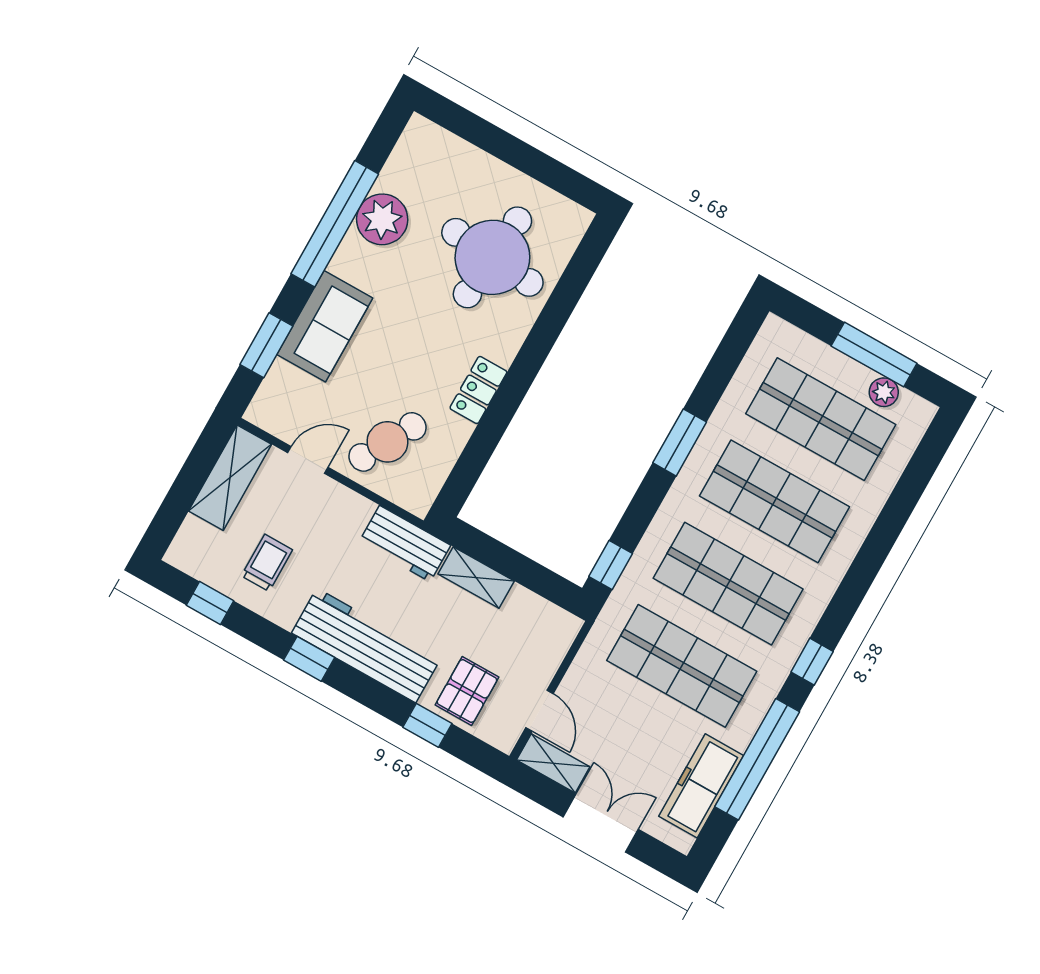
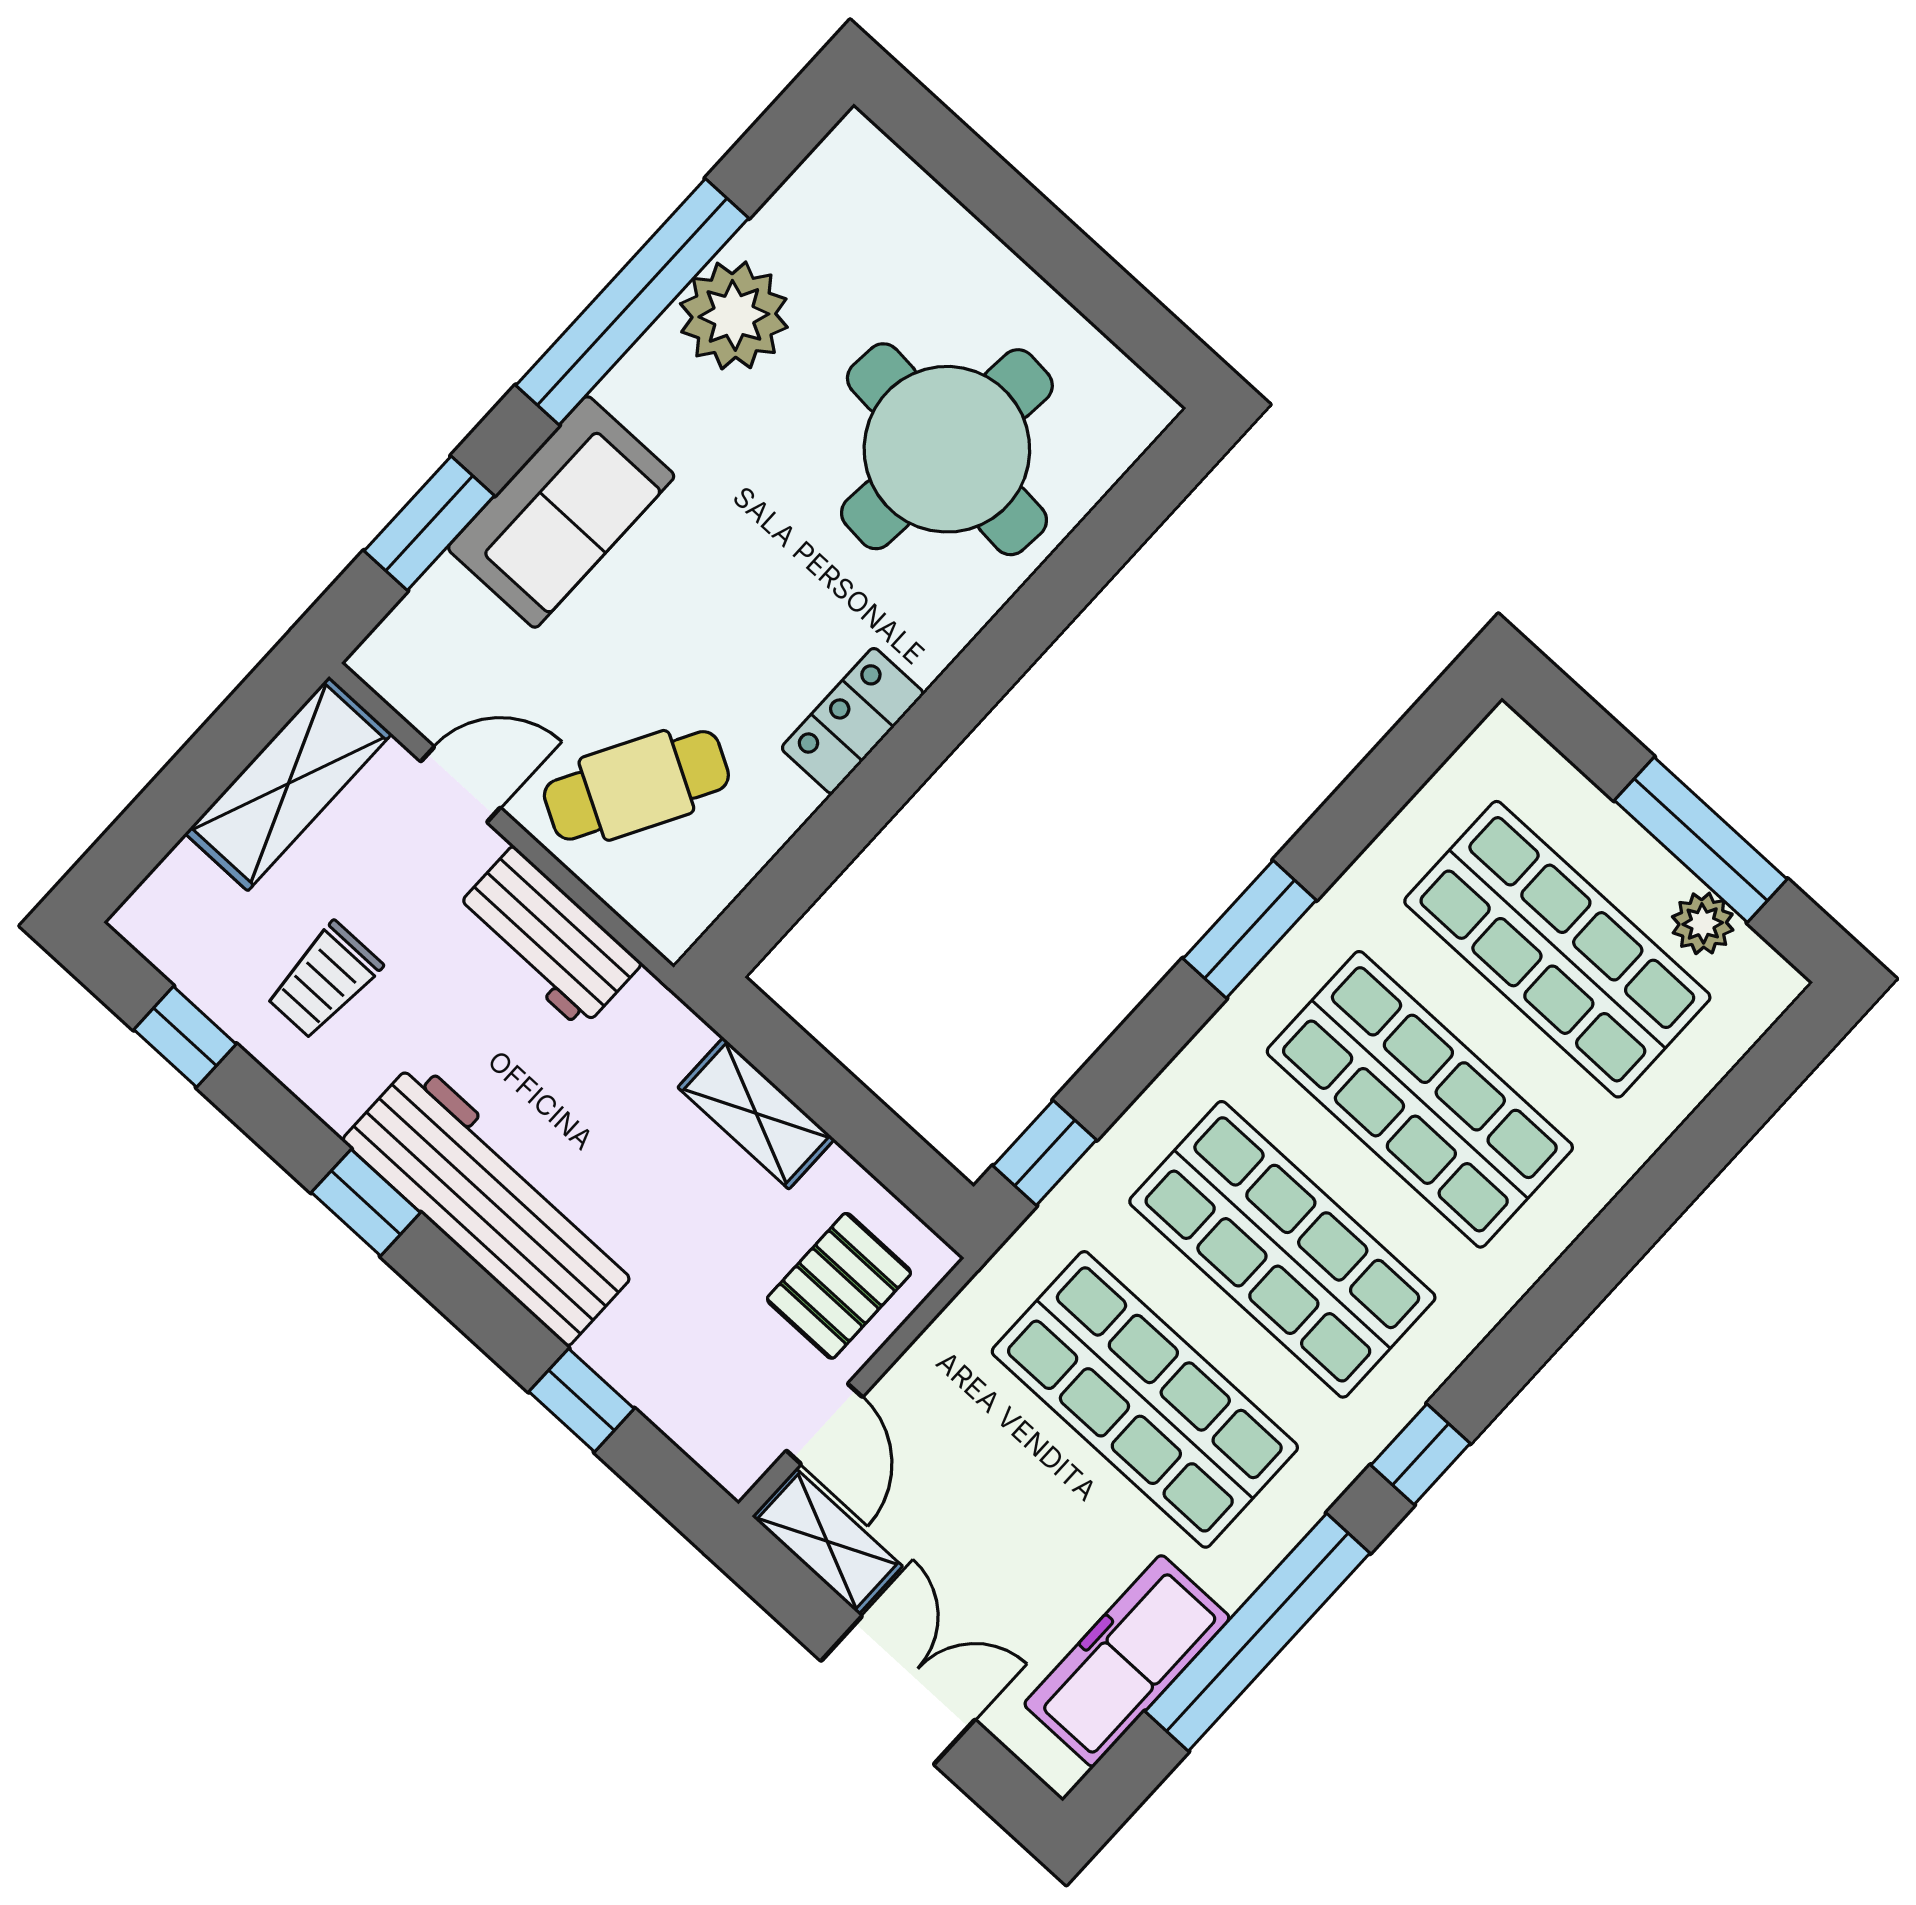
workbench: (405, 544) -> (547, 938), moved
trolley: (267, 563) -> (324, 980), turned 180
pallet: (467, 691) -> (839, 1286), moved

